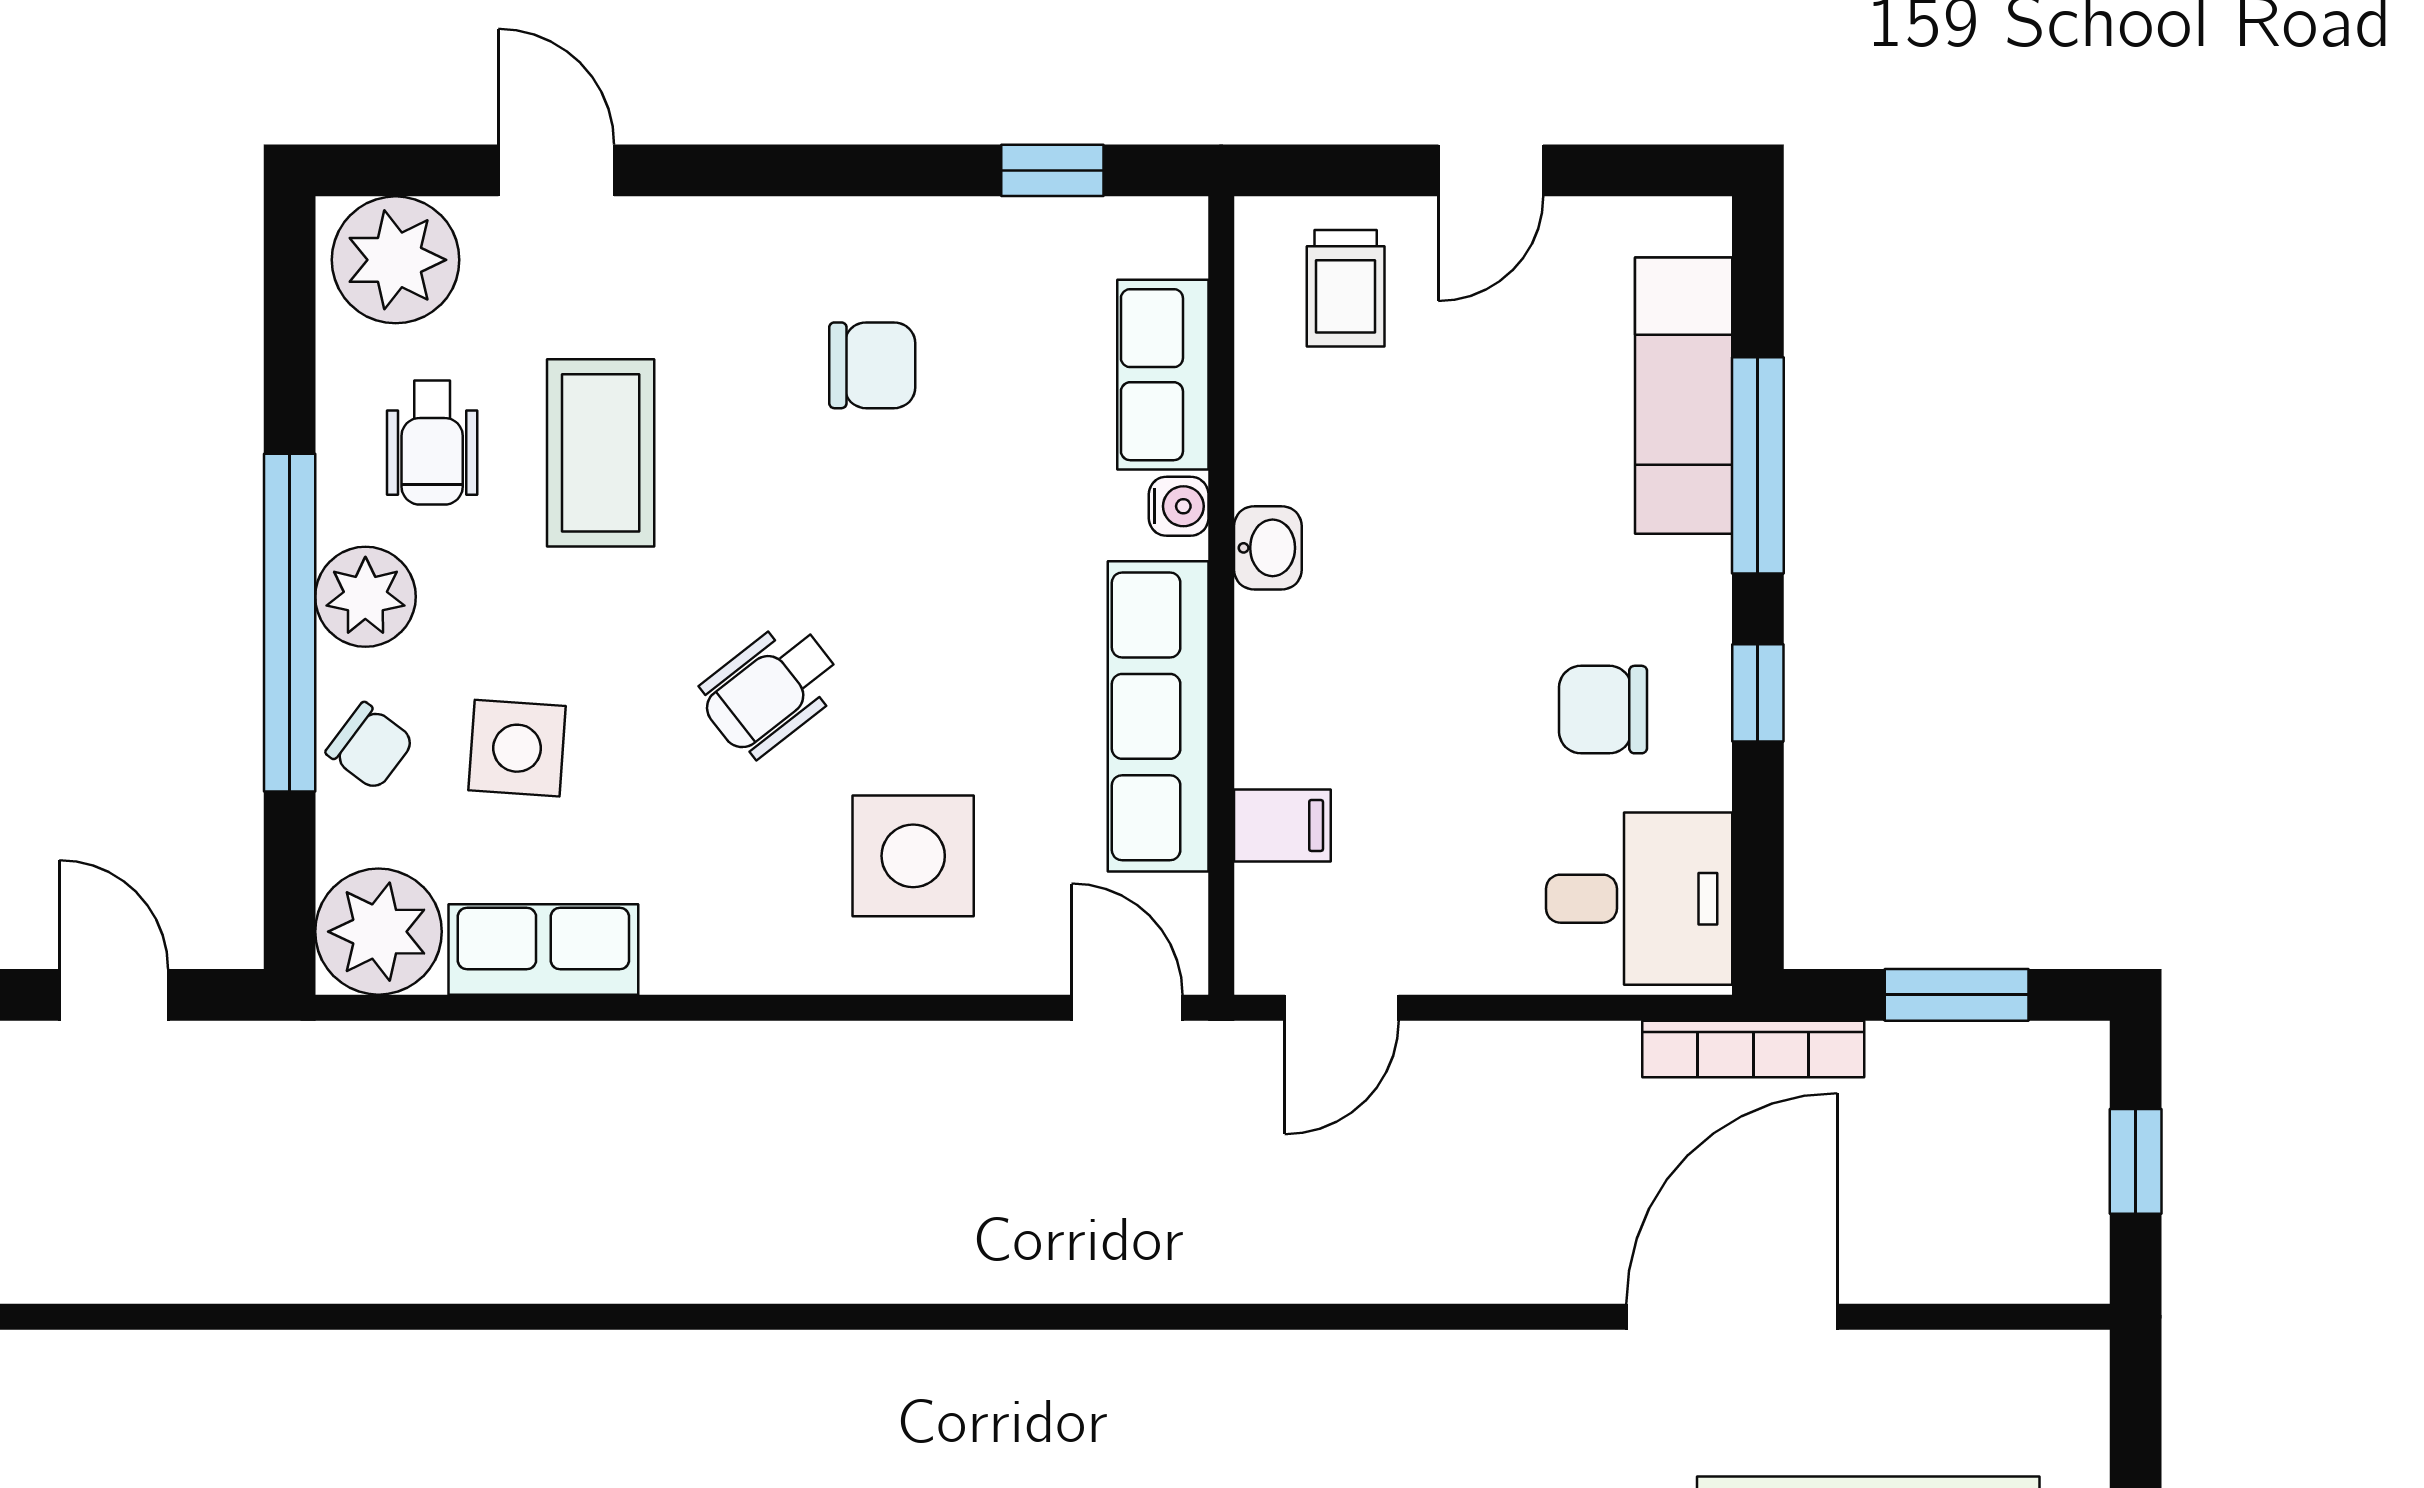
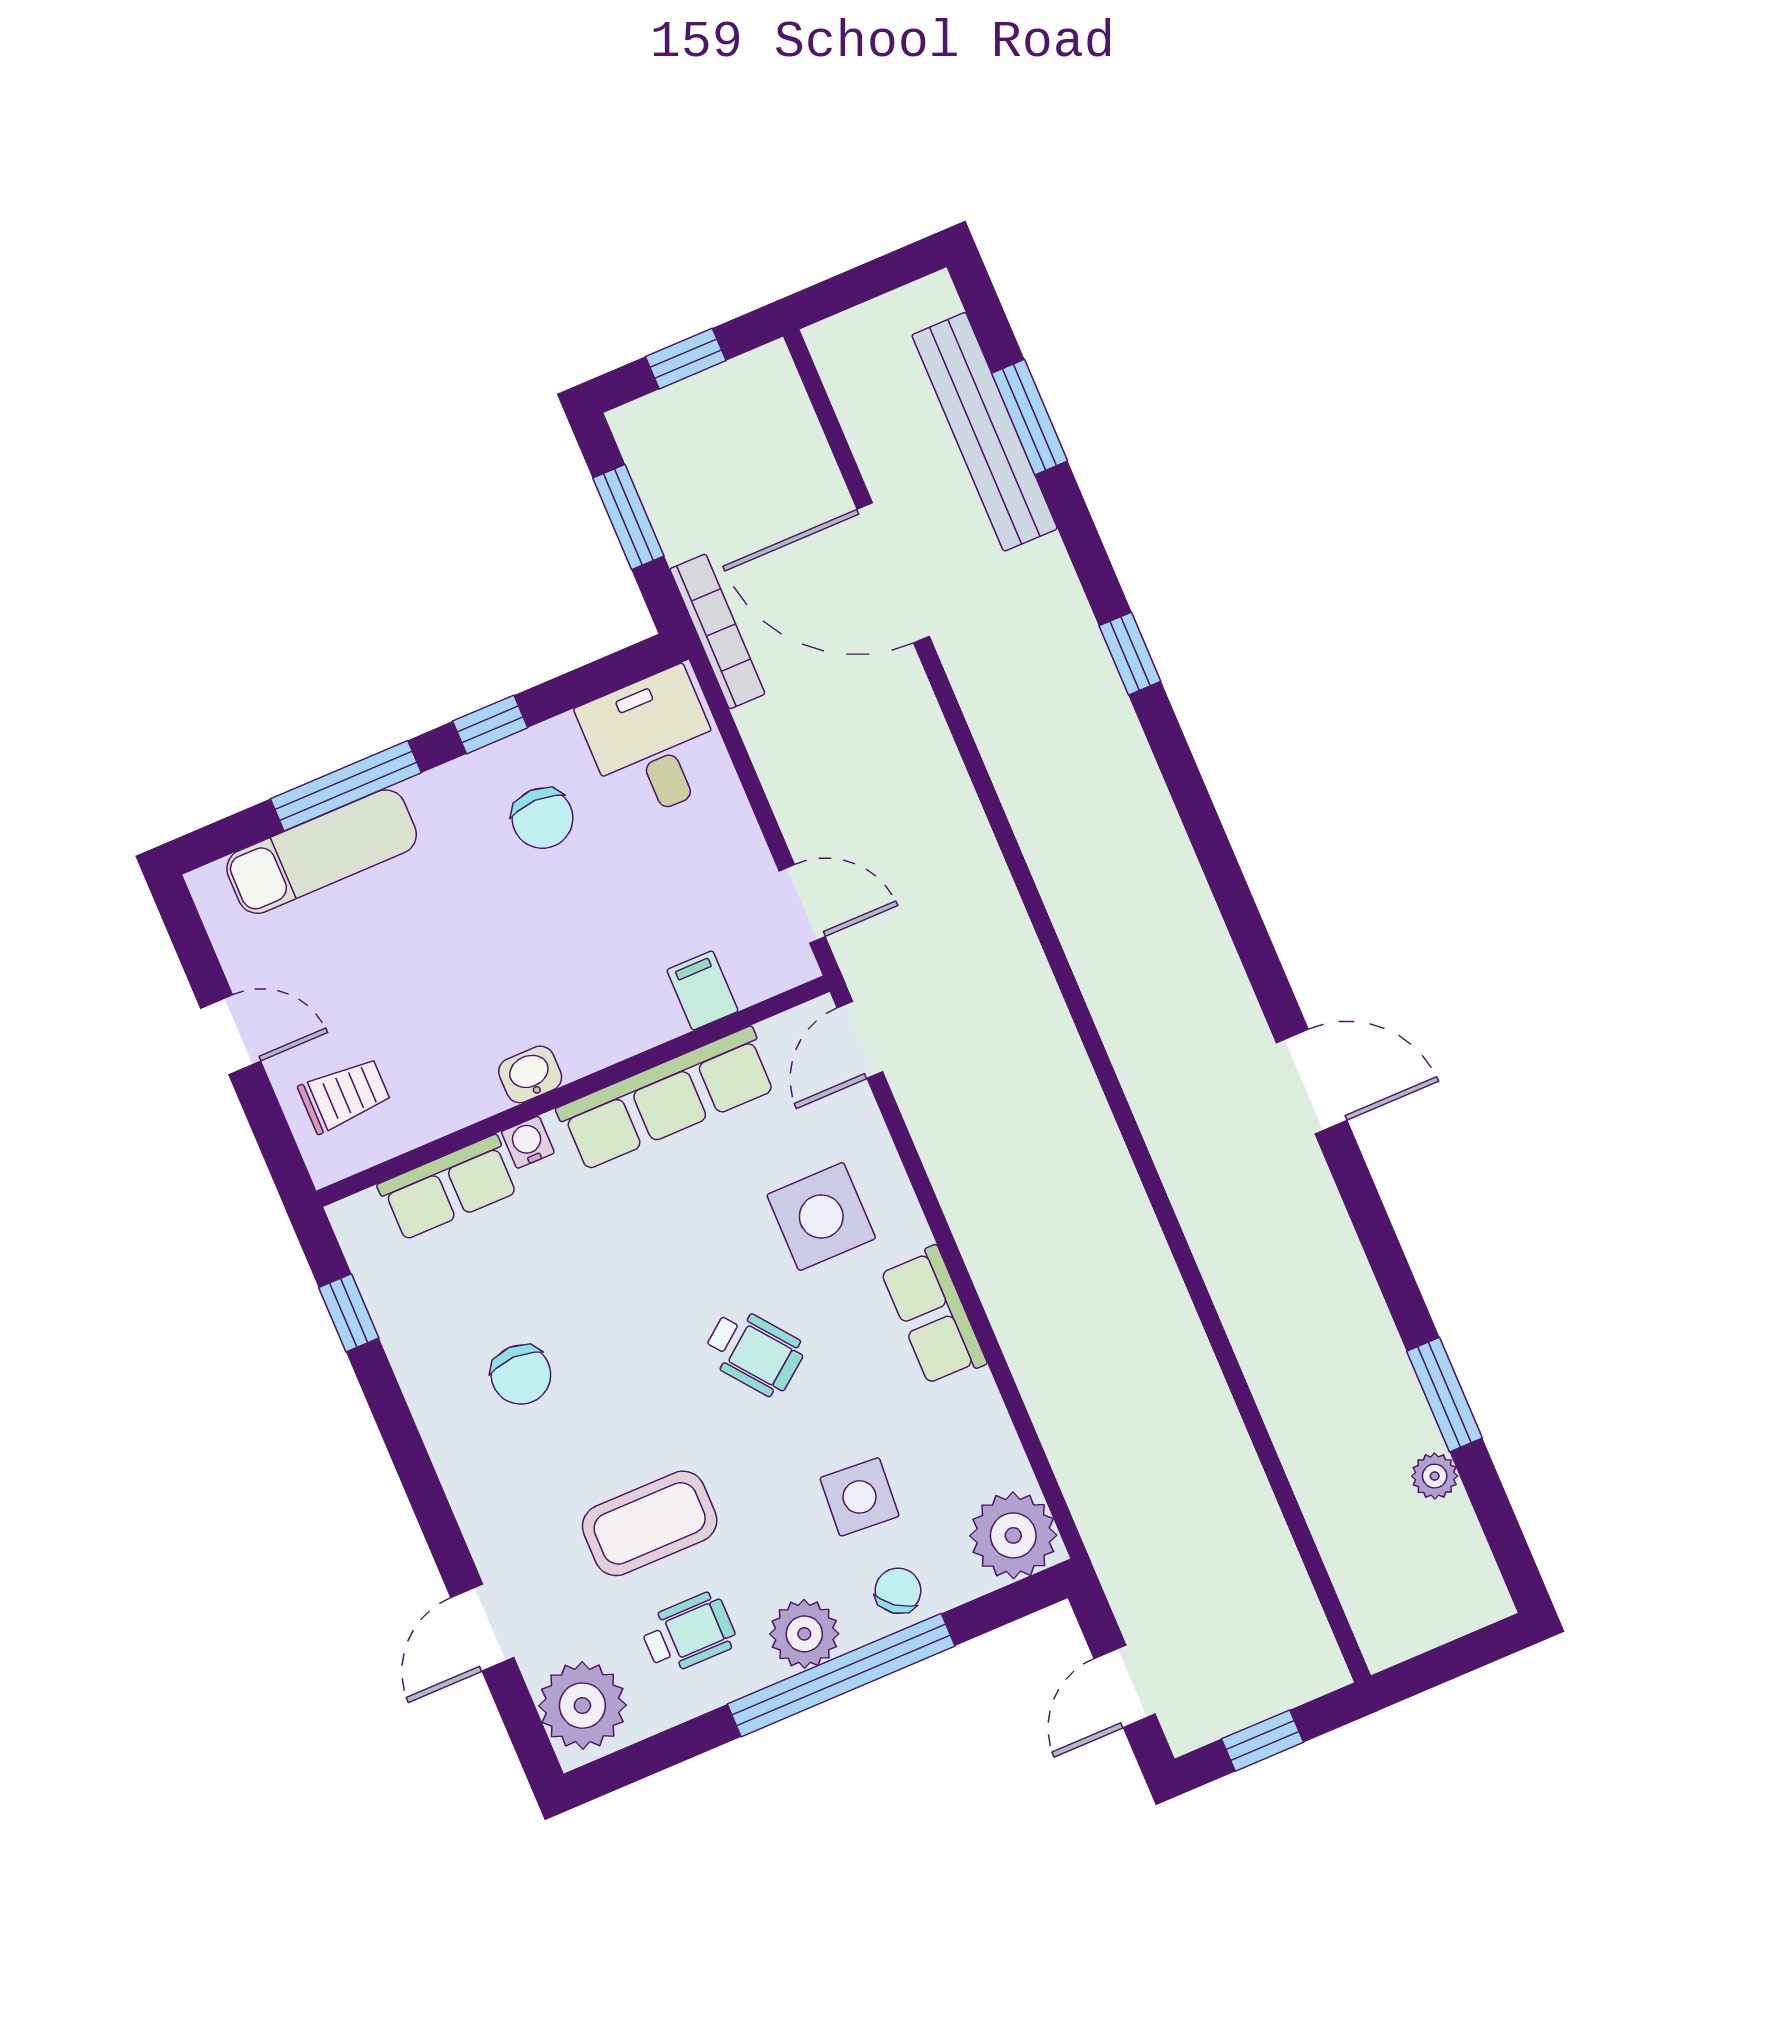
chair: (872, 365) -> (521, 1375), turned 180
row of seats: (543, 949) -> (933, 1316), moved

